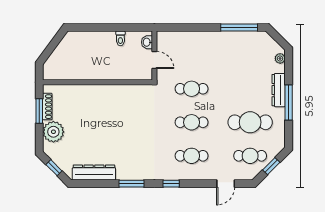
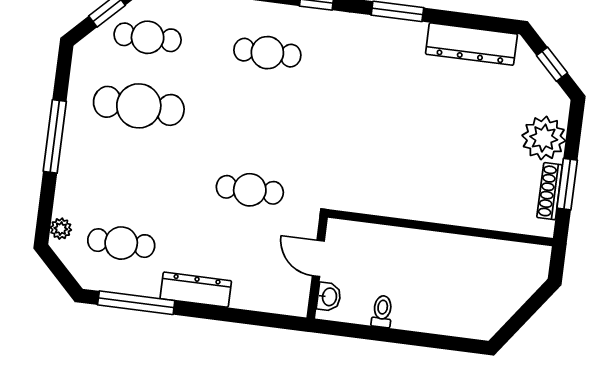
dresser: (279, 90) -> (196, 290), moved, turned -90
cafe table: (192, 122) -> (121, 243), moved

